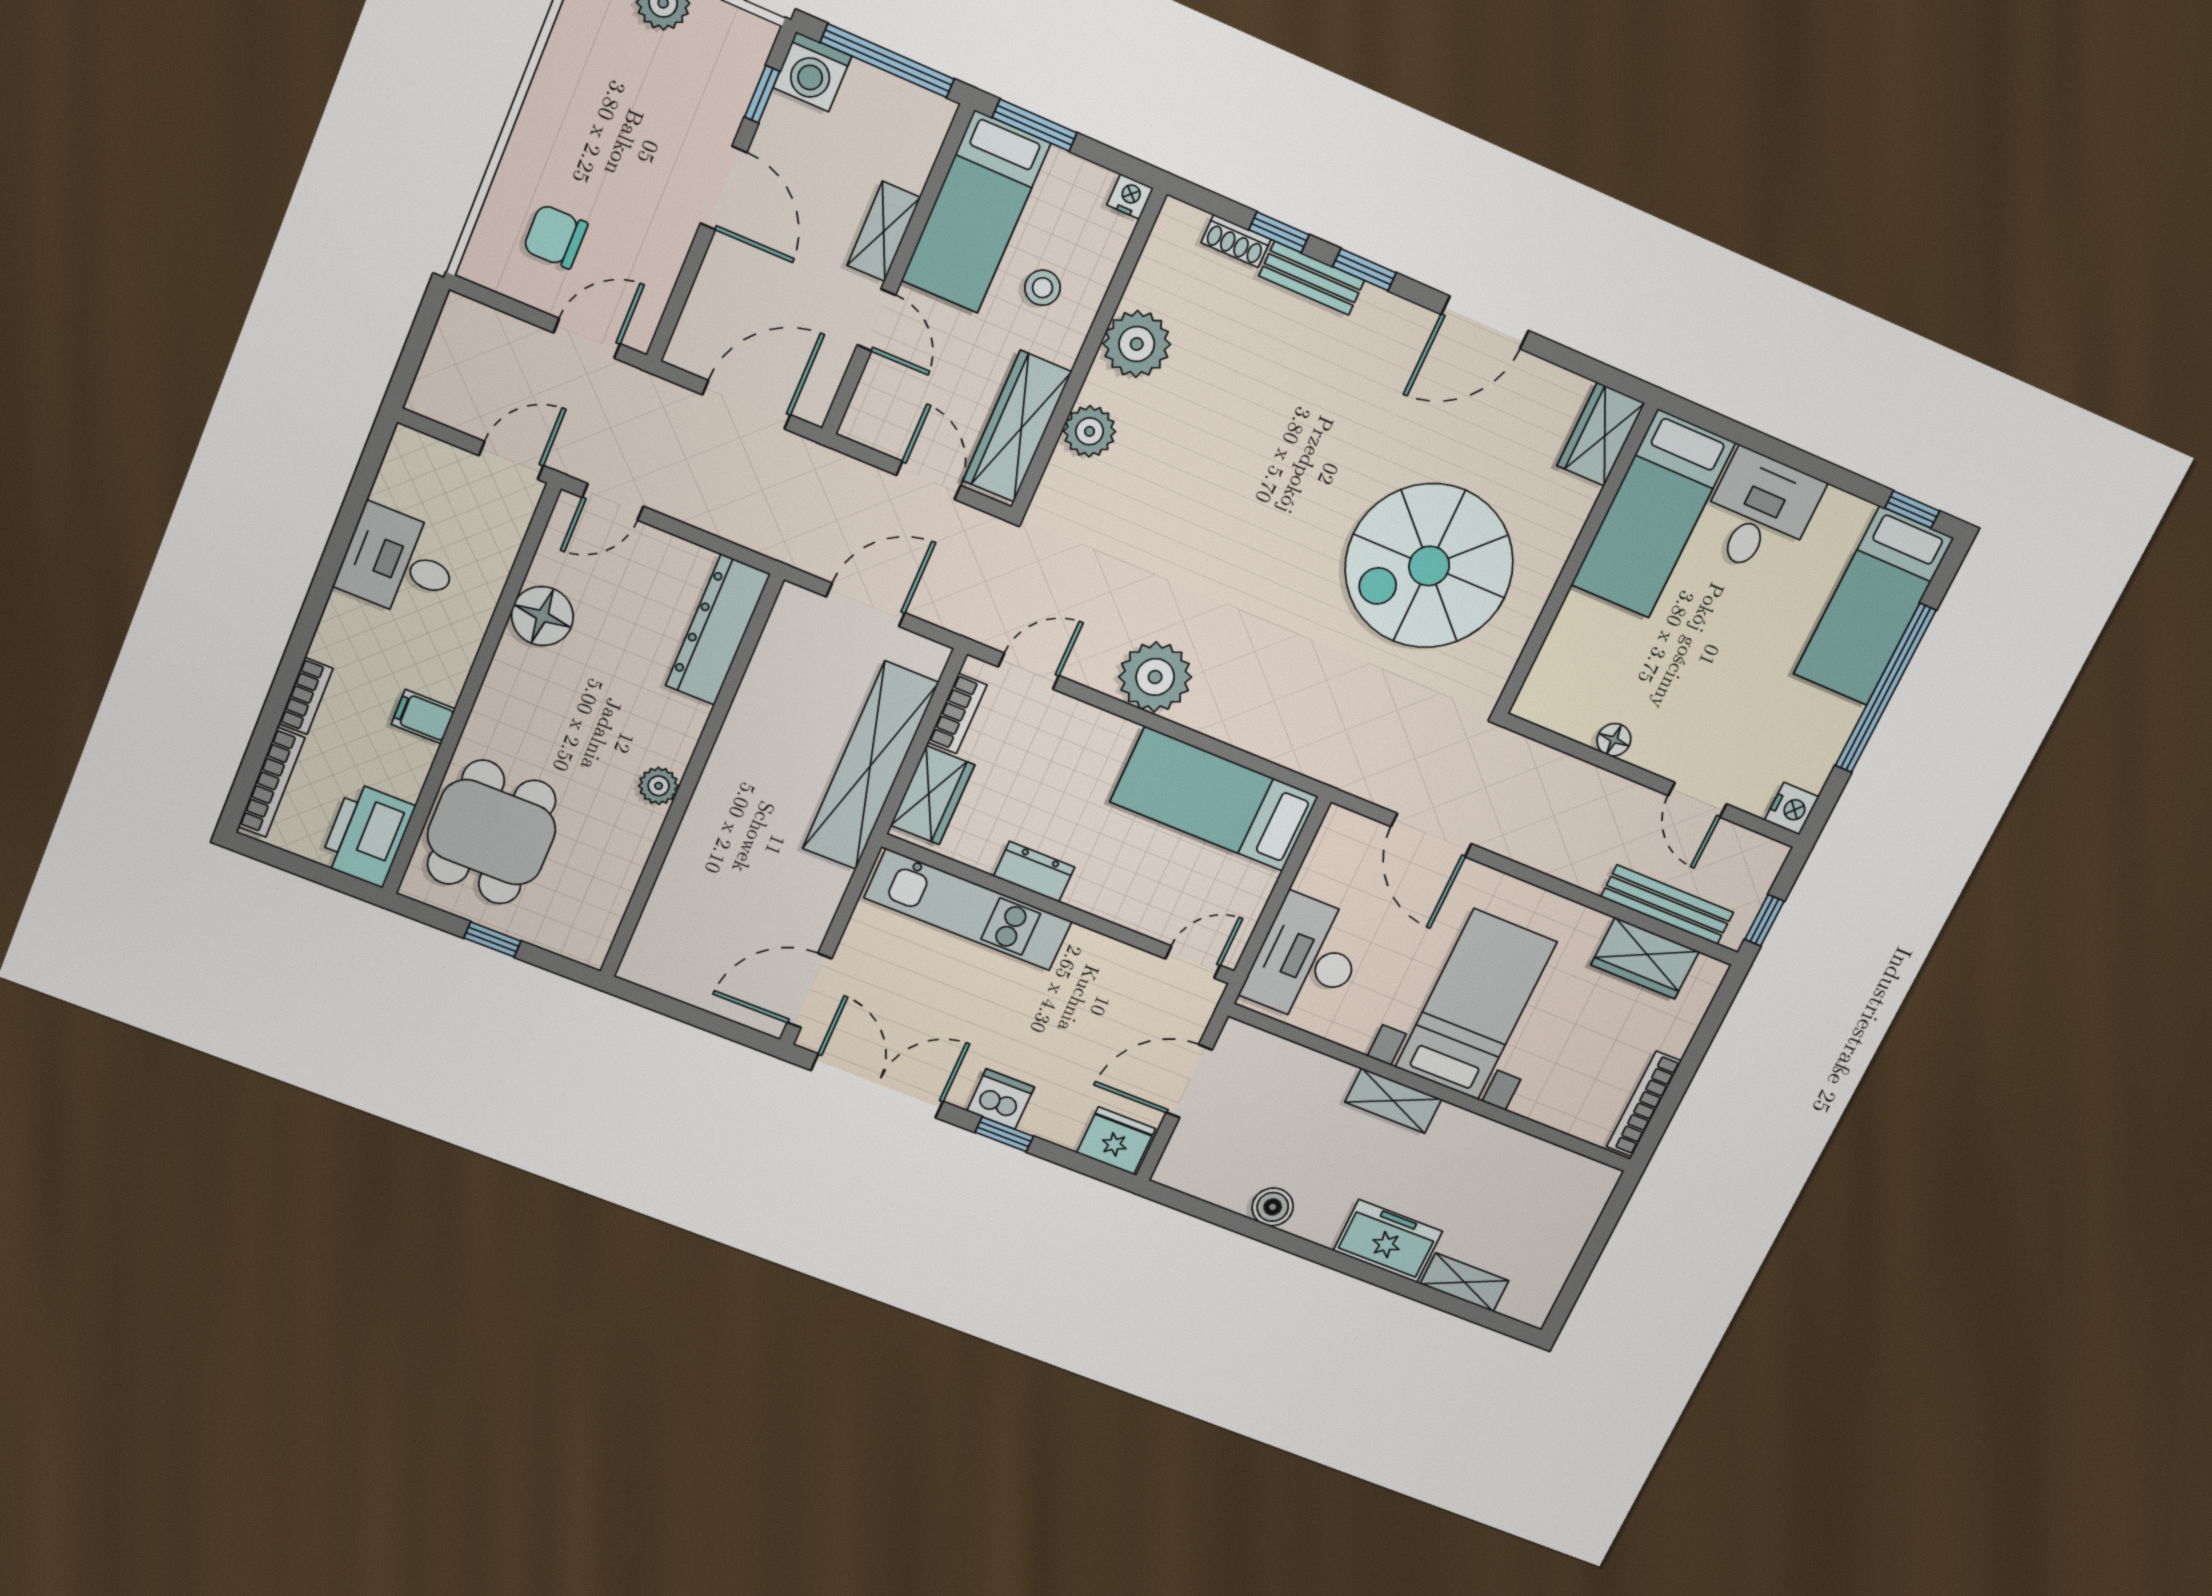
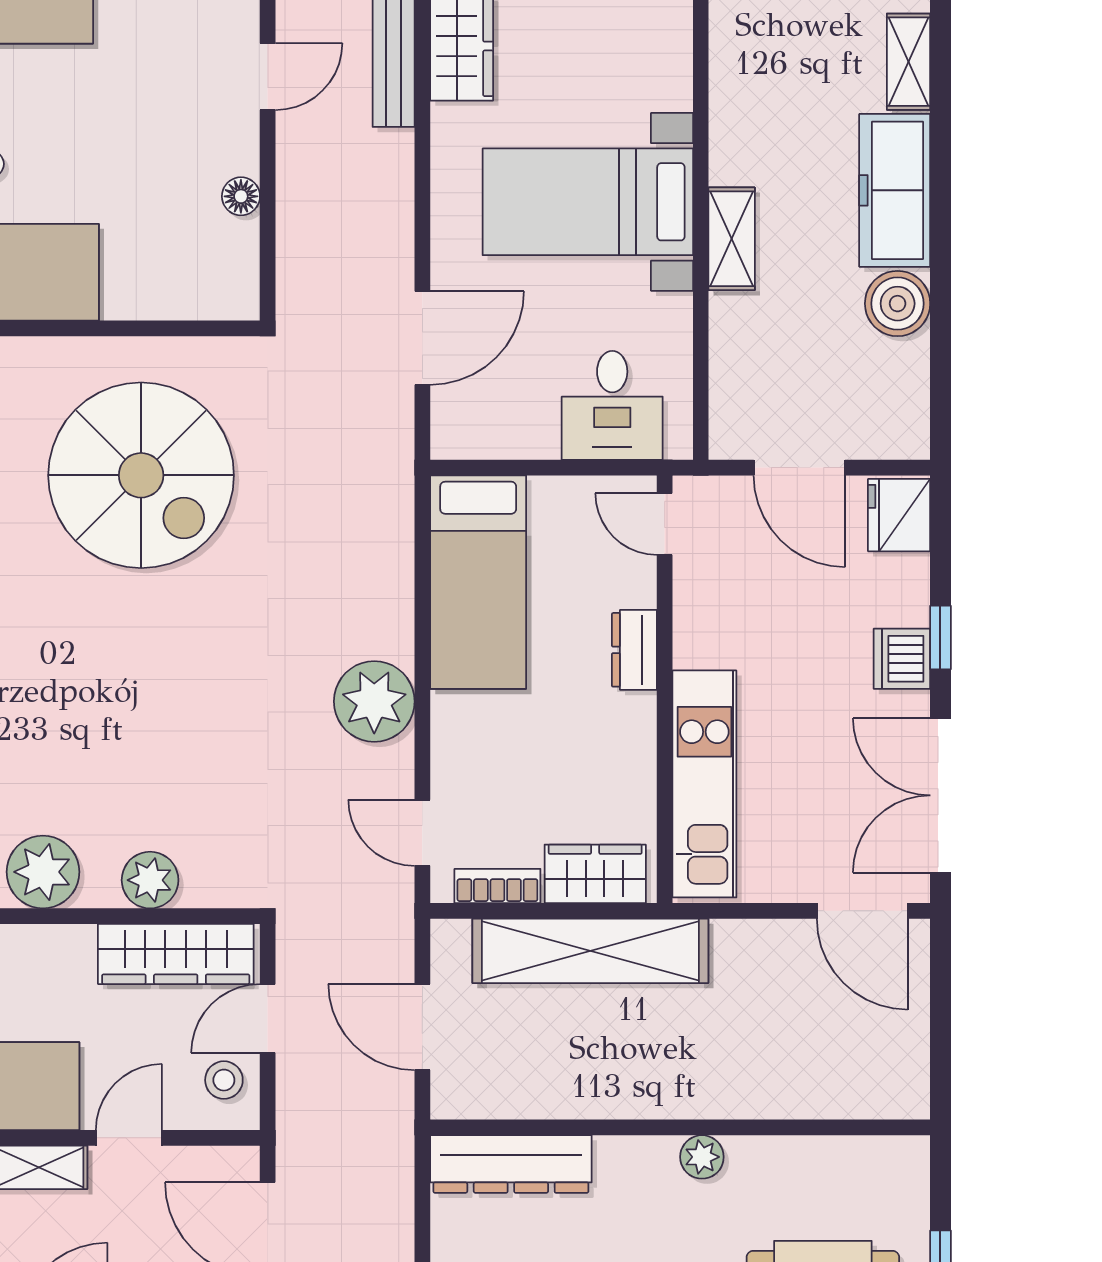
stool: (1042, 288) -> (224, 1080), moved
dresser: (1034, 872) -> (634, 650), moved
desk: (1307, 959) -> (612, 405), width x0.73
boiler: (1273, 1207) -> (898, 304), width x1.36, depth x1.36
freezer: (1388, 1241) -> (895, 190), width x1.40

